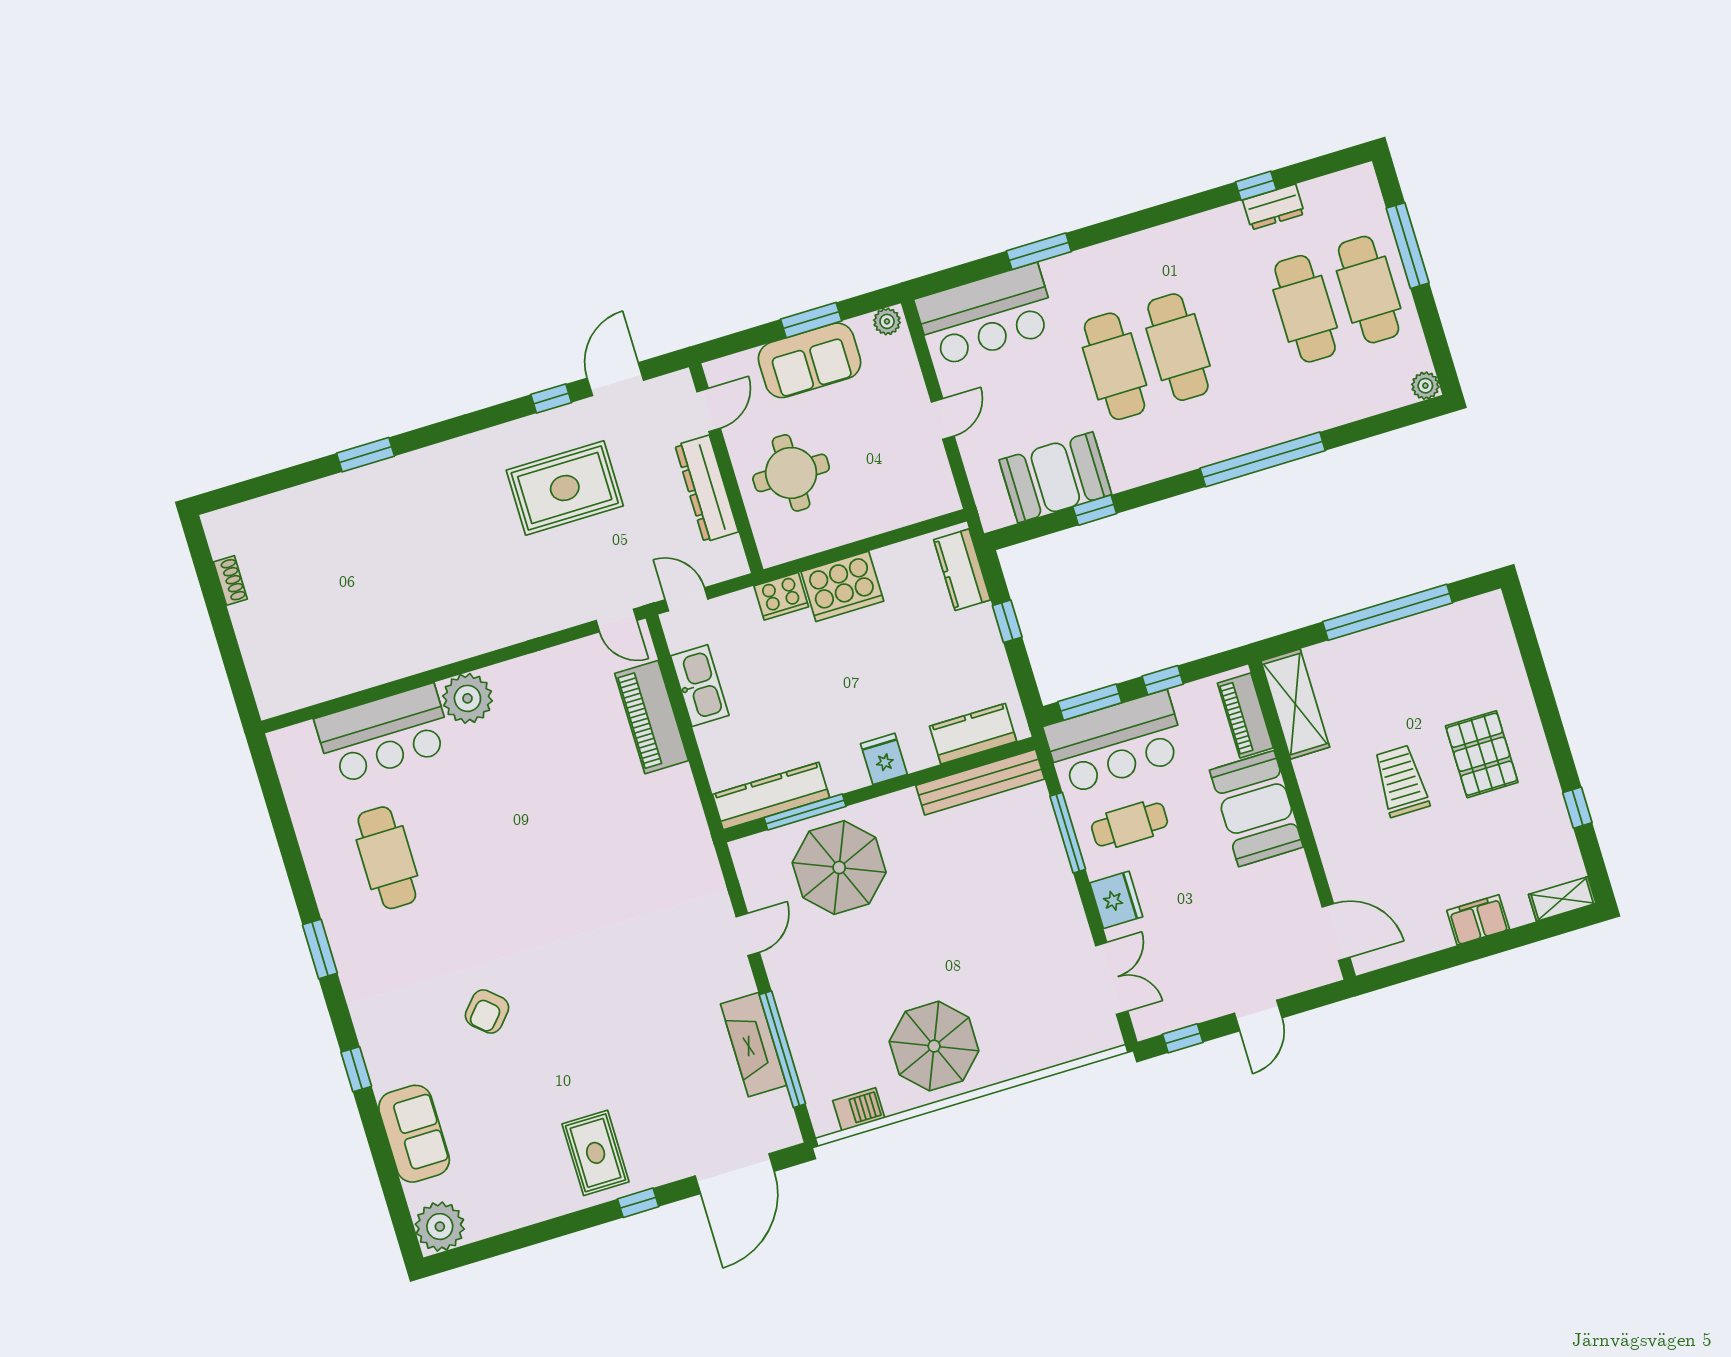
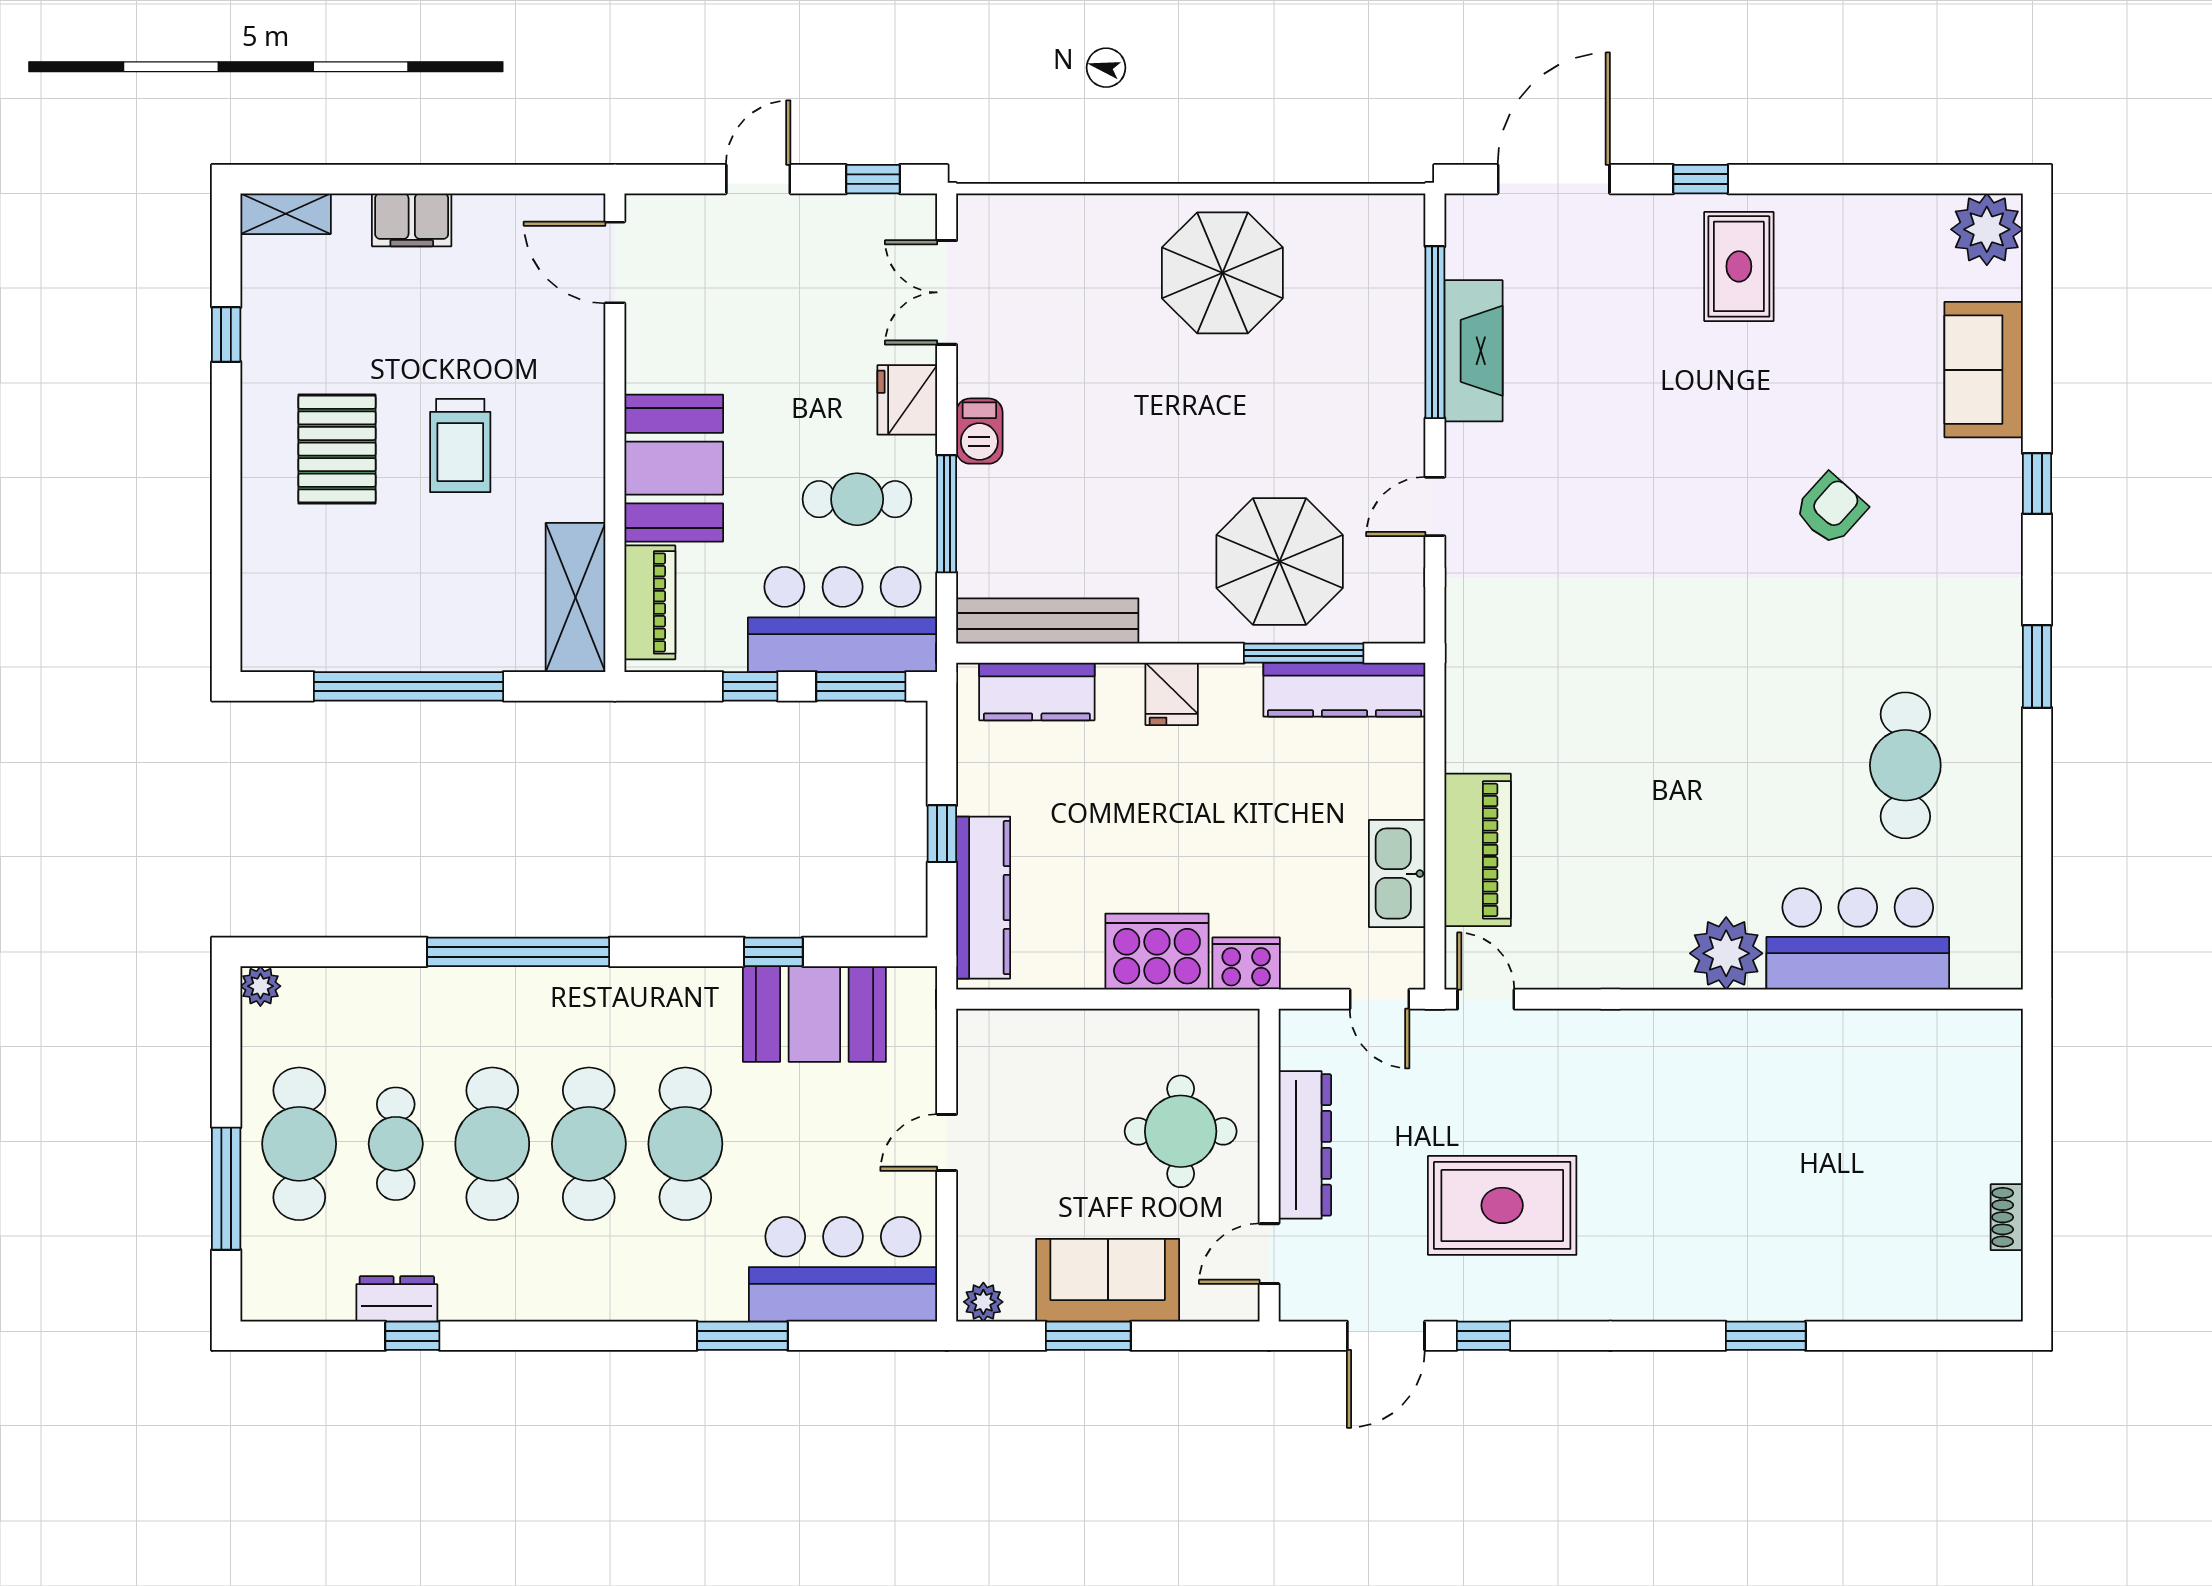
cafe table: (1305, 309) -> (396, 1144), width x0.73, depth x0.74
cafe table: (1242, 328) -> (492, 1144), added
kitchen counter: (962, 570) -> (983, 898), width x1.50
barbecue: (859, 1109) -> (979, 431), moved, turned -90

